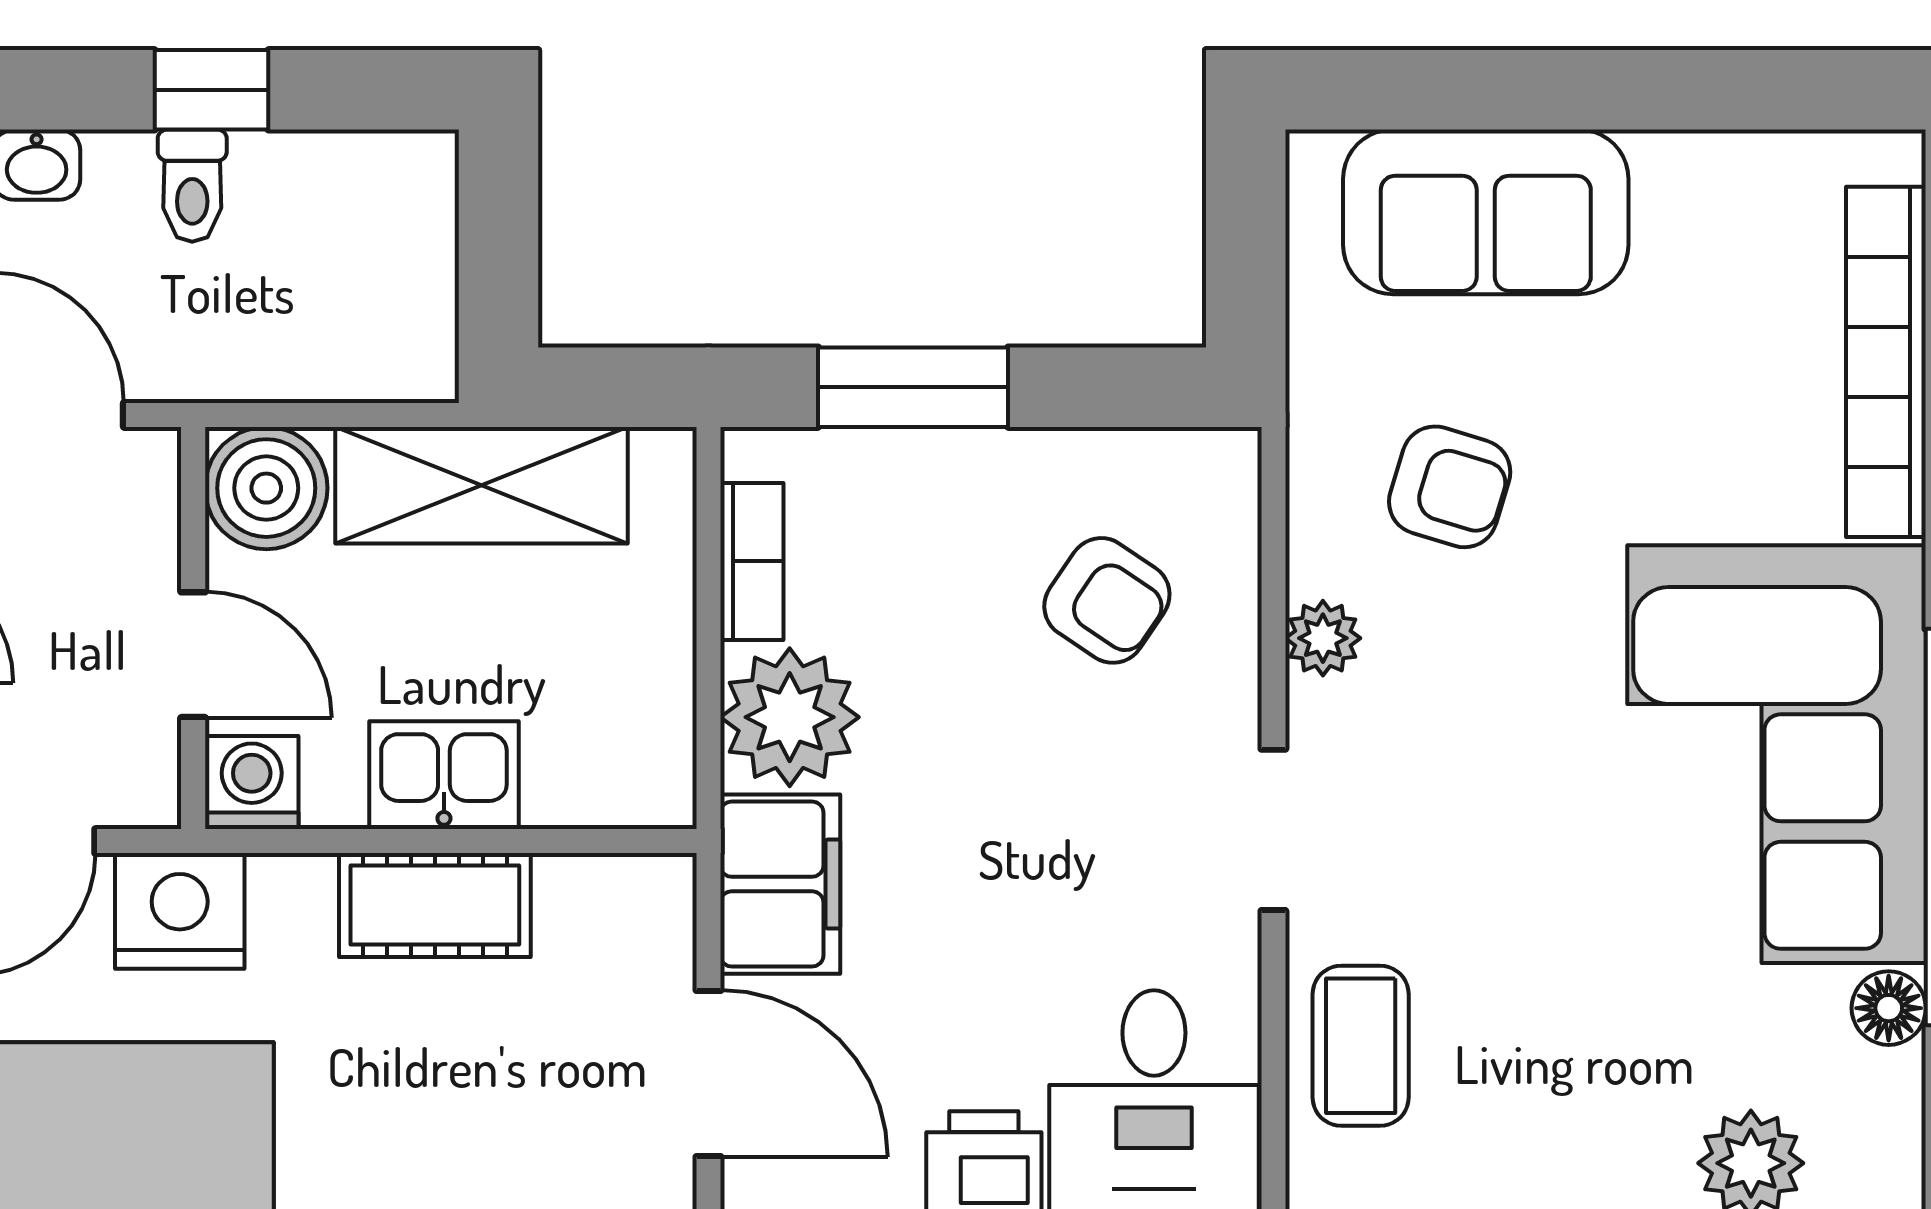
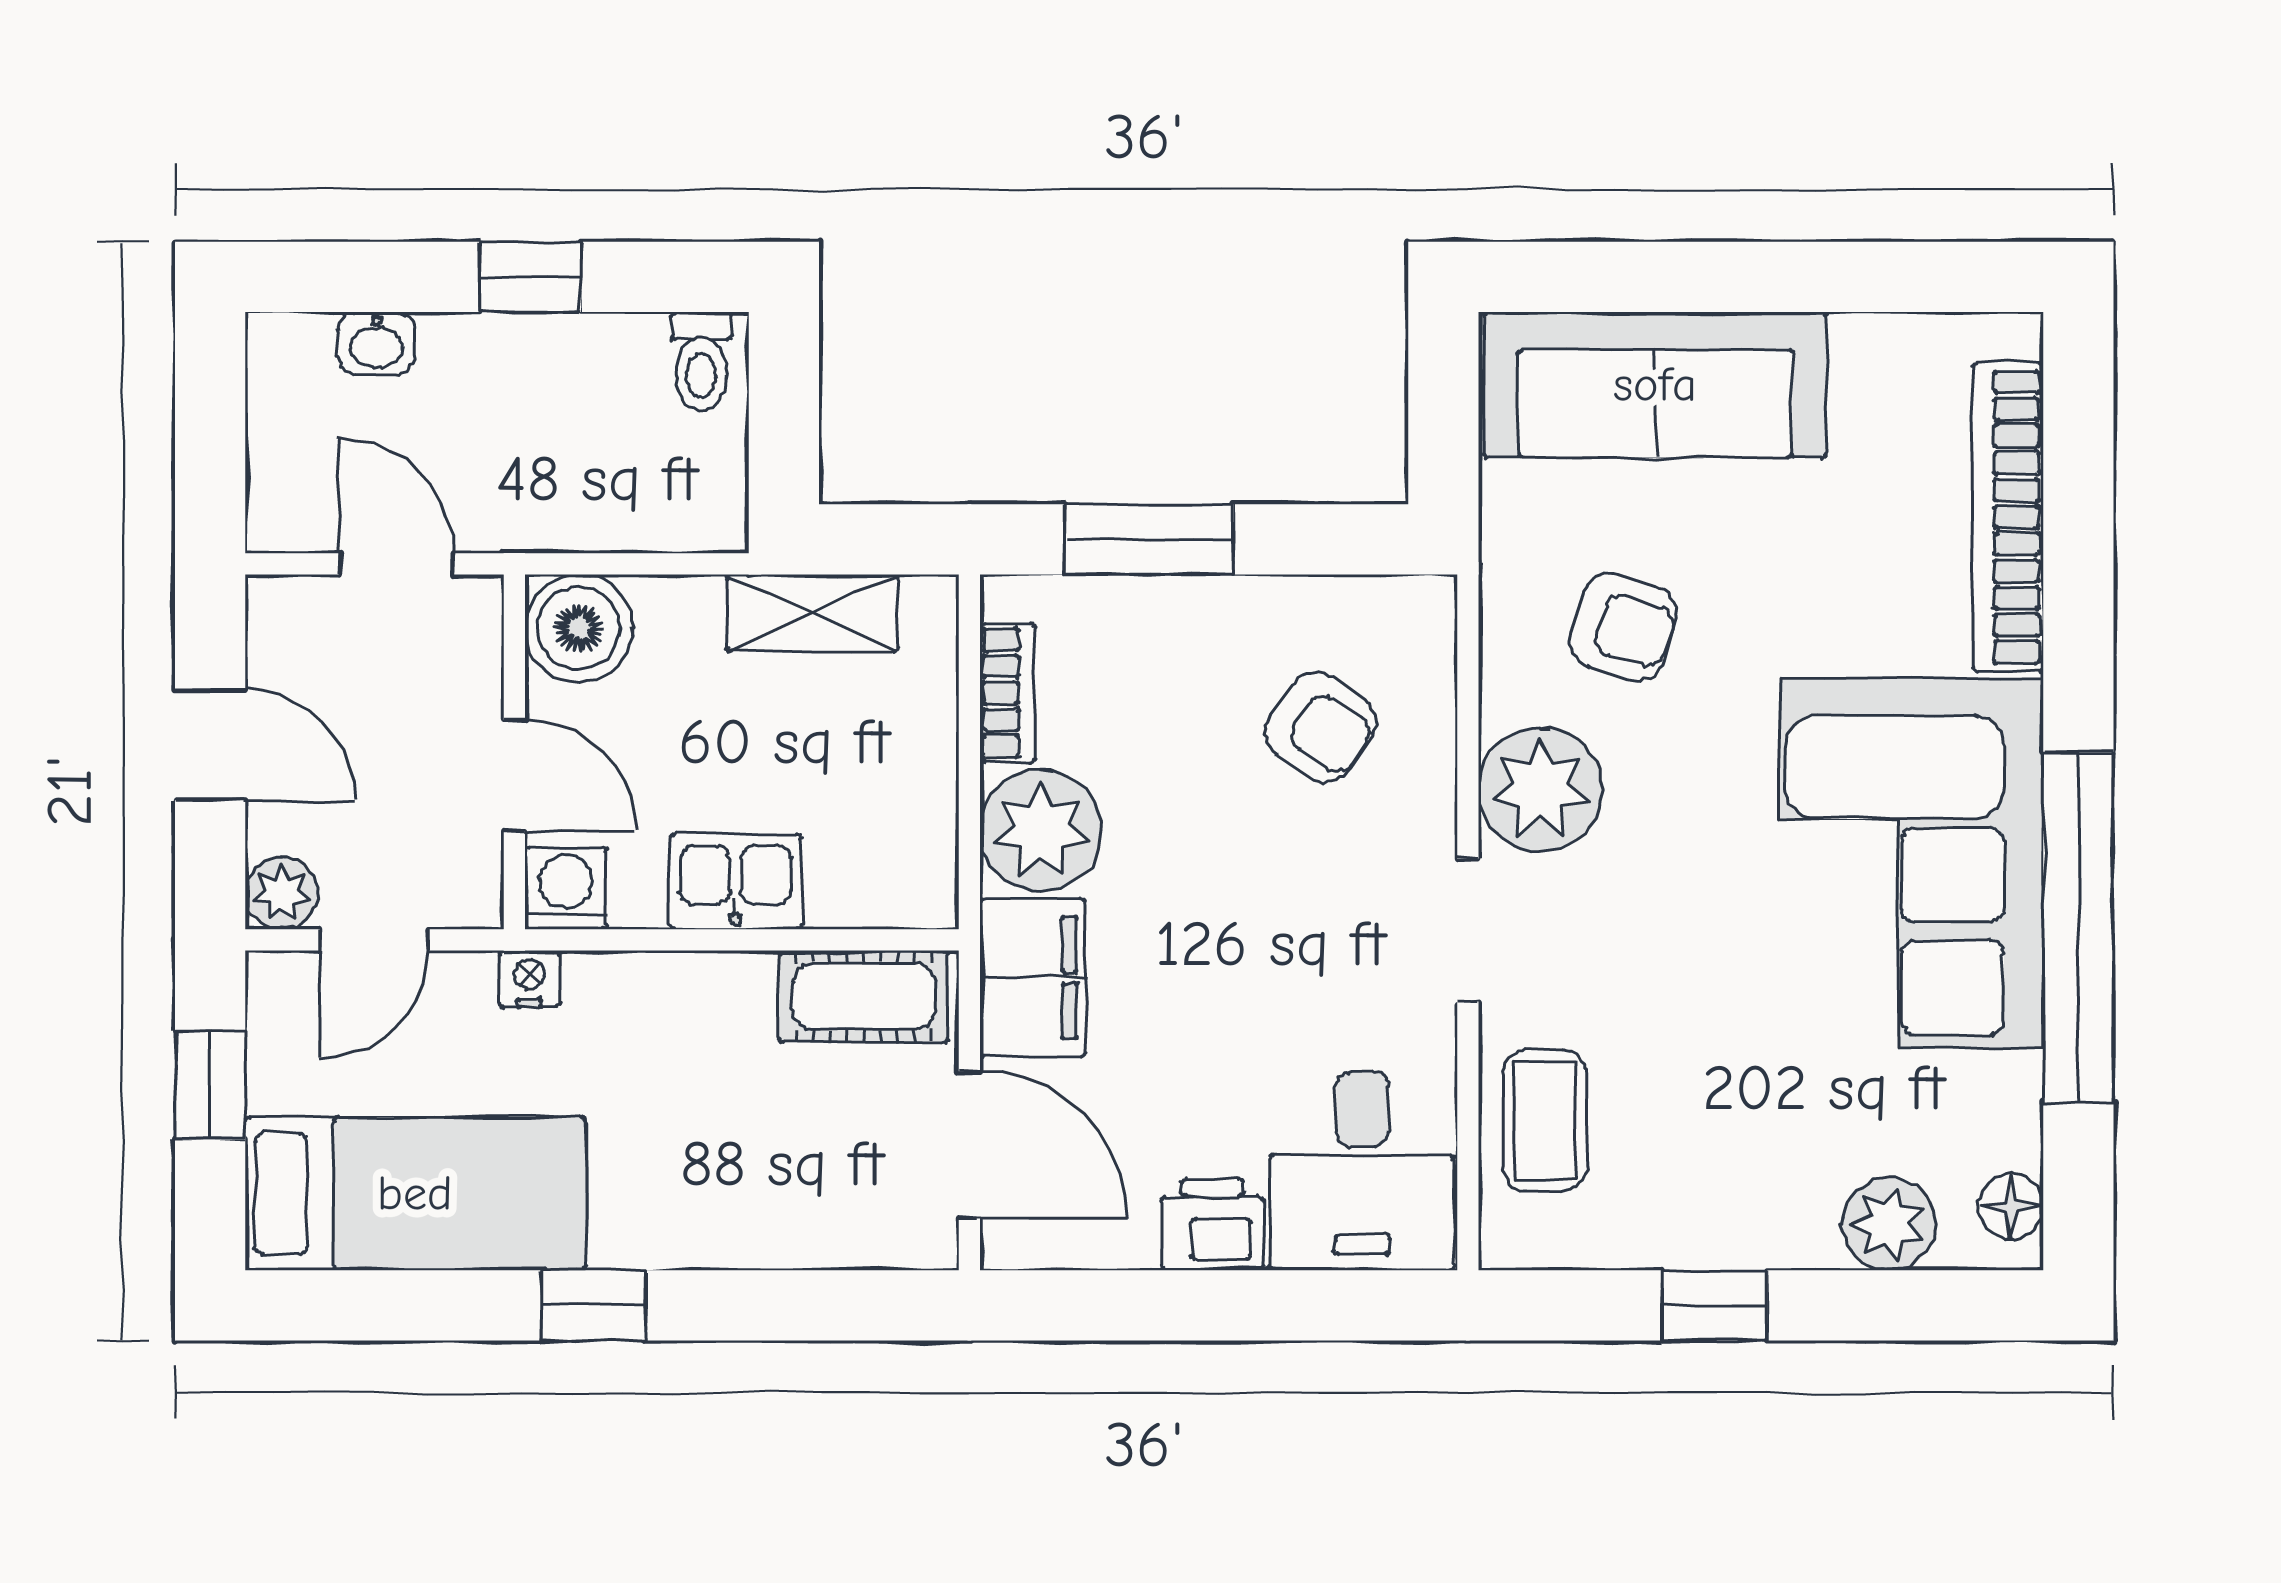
toilet: (192, 186) -> (701, 361), moved
sofa: (1486, 212) -> (1655, 385), width x1.36
shelving: (482, 485) -> (812, 613), width x0.67, depth x0.75
plant: (1323, 638) -> (1540, 790), width x1.88, depth x1.88
cot: (435, 905) -> (864, 996), moved
nightstand: (180, 911) -> (529, 979), width x0.53, depth x0.56
floor lamp: (1889, 1008) -> (2011, 1206), moved

